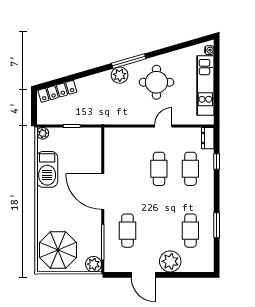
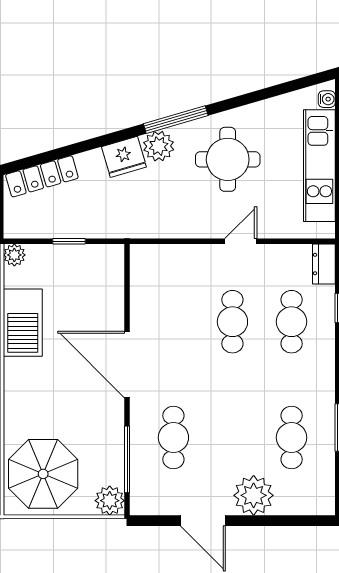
fridge: (101, 81) -> (124, 157), added

